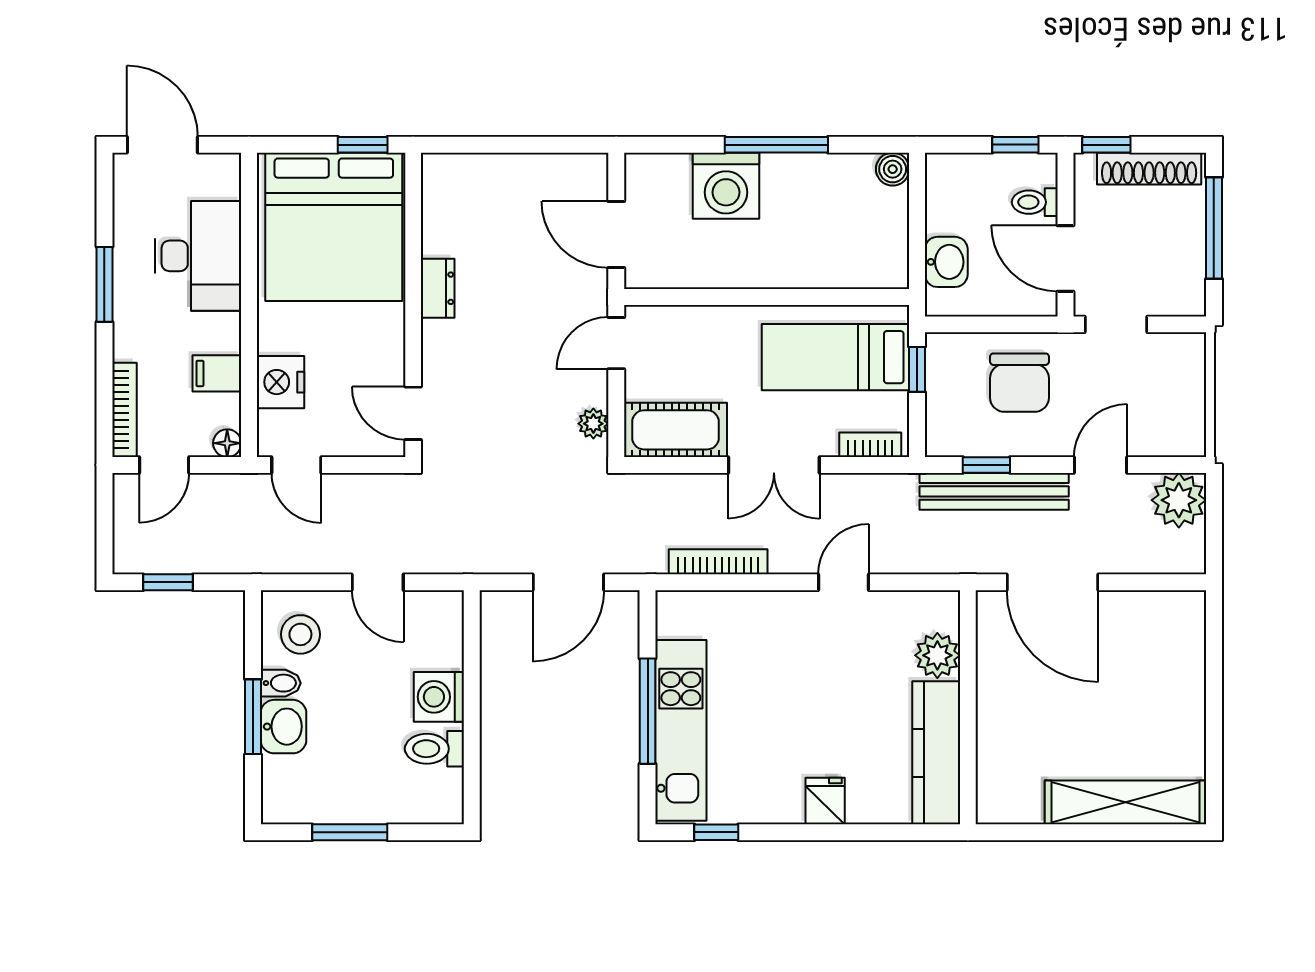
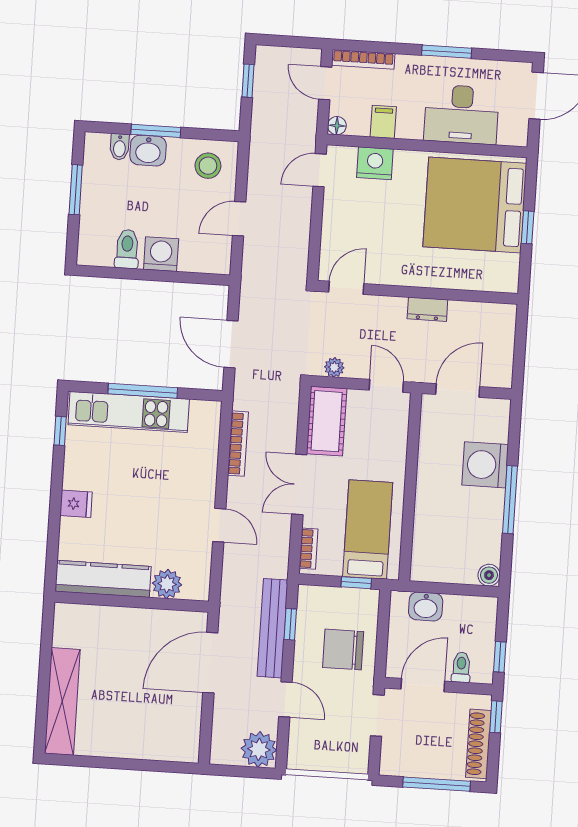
dresser: (438, 288) -> (427, 309), moved
wall: (413, 305) -> (418, 292), moved
door: (413, 413) -> (346, 288), moved
bidet: (281, 683) -> (120, 147), moved

